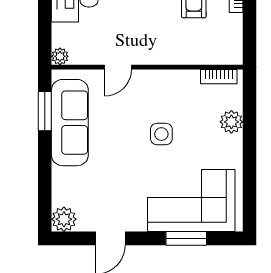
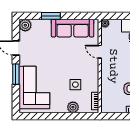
window: (45, 111) -> (51, 16), moved
side table: (161, 134) -> (75, 85), moved
window: (186, 238) -> (16, 74), moved

